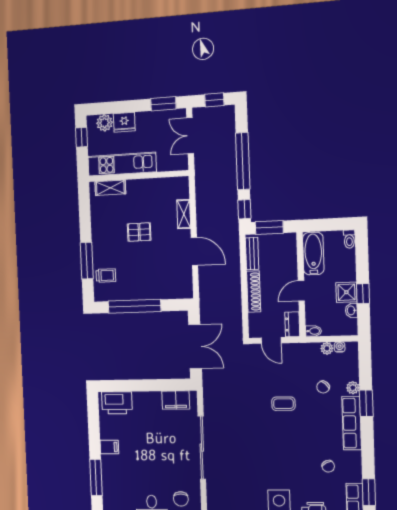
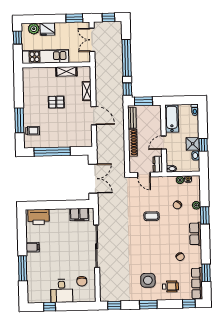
shelving: (110, 188) -> (66, 71), moved
row of seats: (352, 423) -> (196, 234), width x0.68

